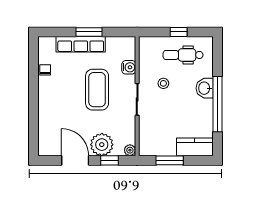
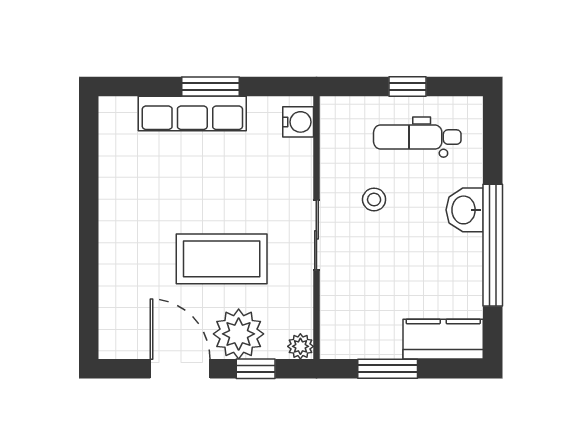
water cooler: (129, 67) -> (298, 122), moved
chair: (45, 70) -> (114, 170), removed
coffee table: (97, 90) -> (222, 259), moved, turned 90

